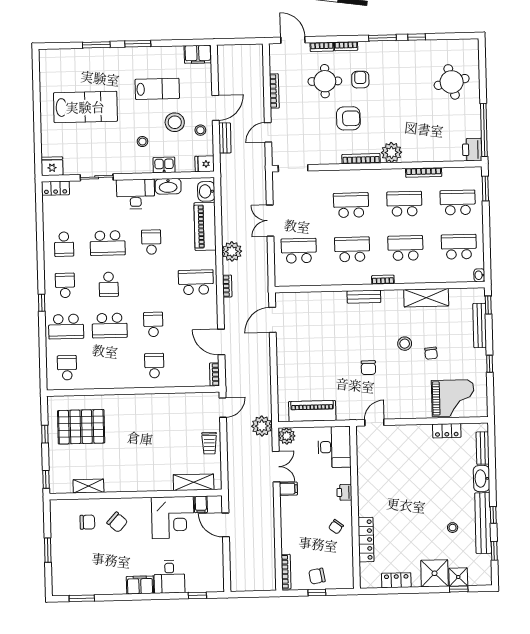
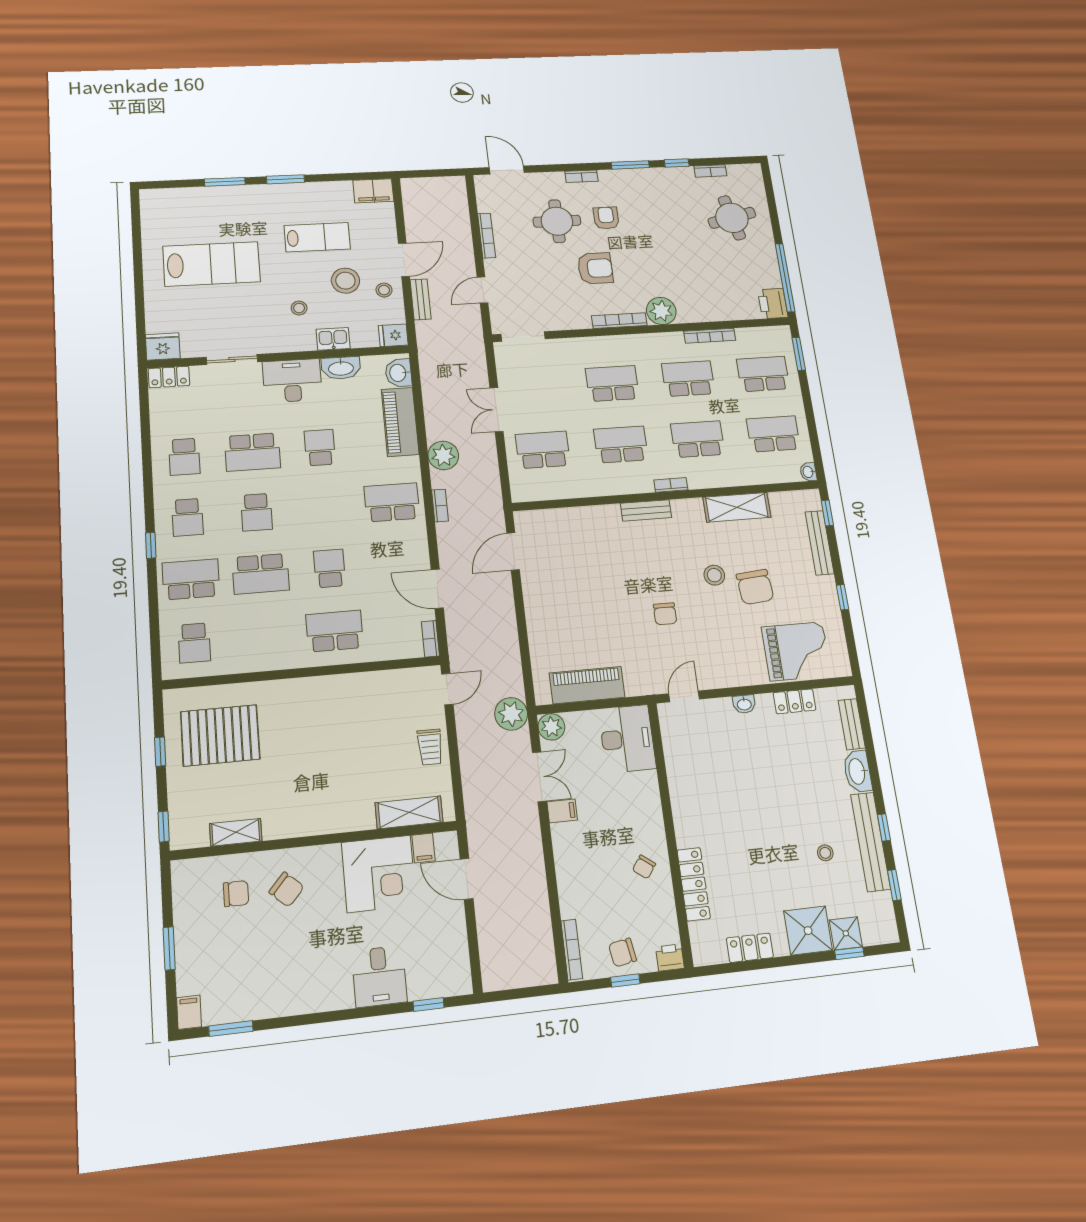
bookcase: (322, 47) -> (710, 171), moved
school desk: (65, 285) -> (188, 517), turned 180
school desk: (66, 327) -> (191, 579), turned 180
chair: (431, 353) -> (755, 587), width x1.87, depth x1.87
school desk: (154, 366) -> (335, 631), width x1.85
school desk: (67, 368) -> (194, 643), turned 180
washbasin: (413, 430) -> (744, 704), added
printer: (344, 492) -> (670, 958), moved, turned 90
filing cabinet: (140, 585) -> (189, 1012), moved, width x0.50

